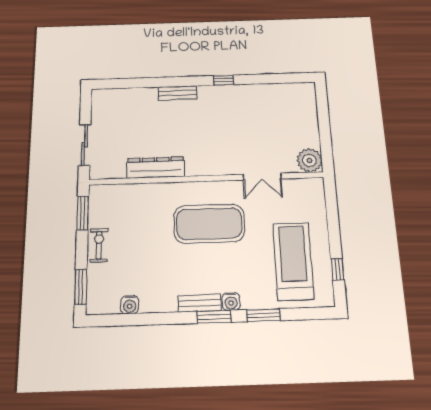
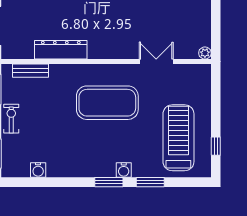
plant: (309, 160) -> (205, 53), width x0.53, depth x0.53
double door: (262, 177) -> (156, 61), swing flipped
bench: (200, 303) -> (31, 71), moved

